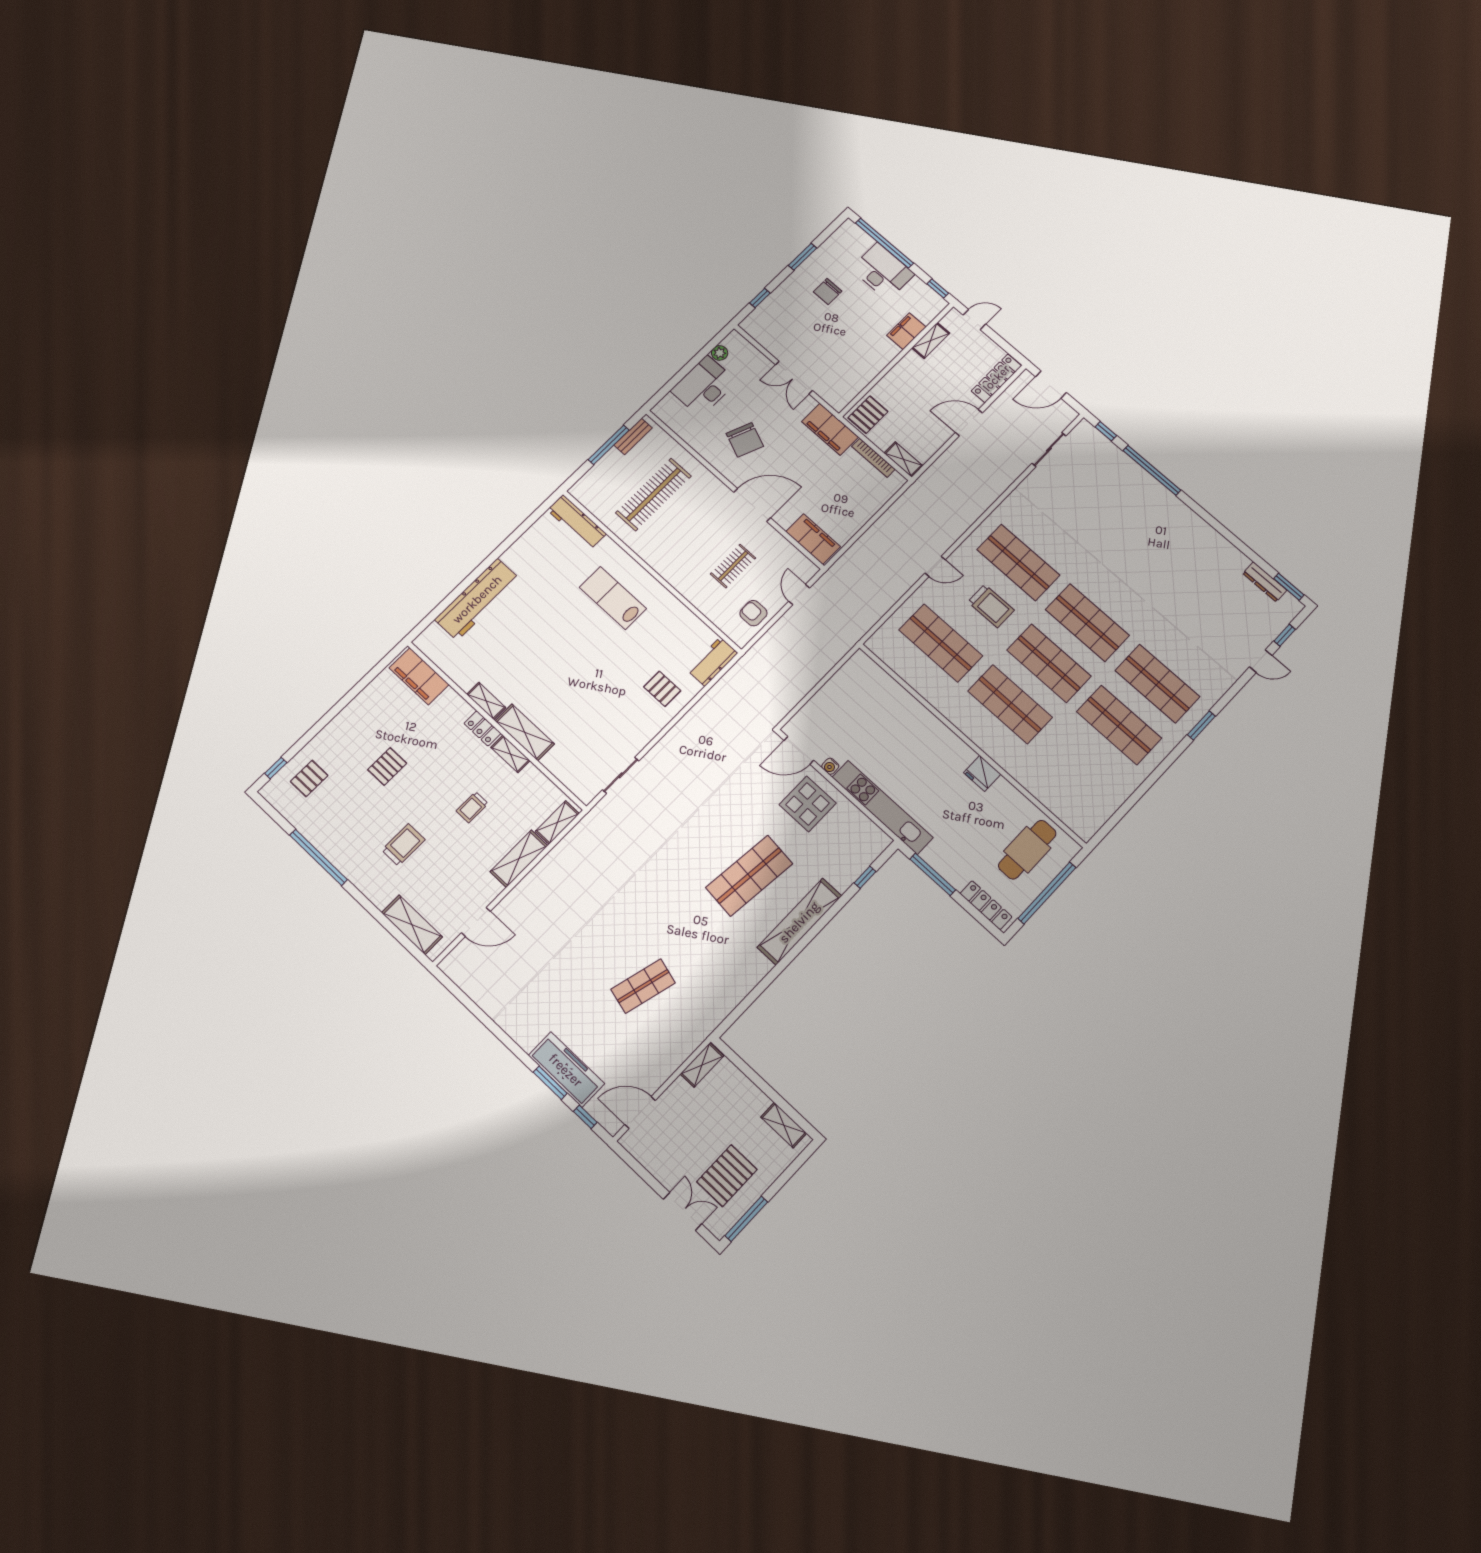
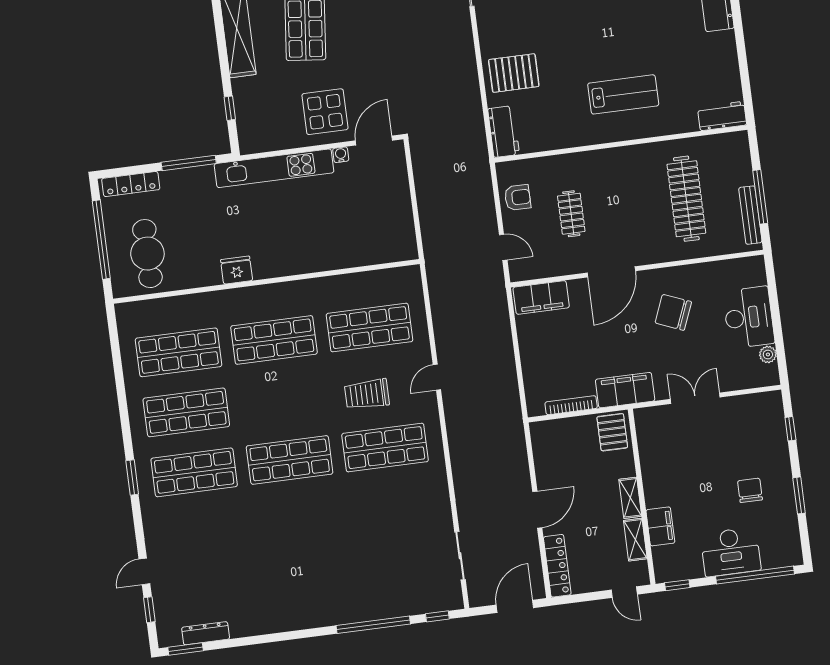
door: (974, 320) -> (624, 592), hinge flipped
bench: (633, 437) -> (750, 215), width x1.36
shelving: (903, 459) -> (630, 498), moved, turned 90
workbench: (577, 522) -> (722, 116), width x0.73
shop shelf: (1049, 663) -> (179, 352), moved
pallet: (662, 689) -> (514, 73), width x1.50, depth x1.42

